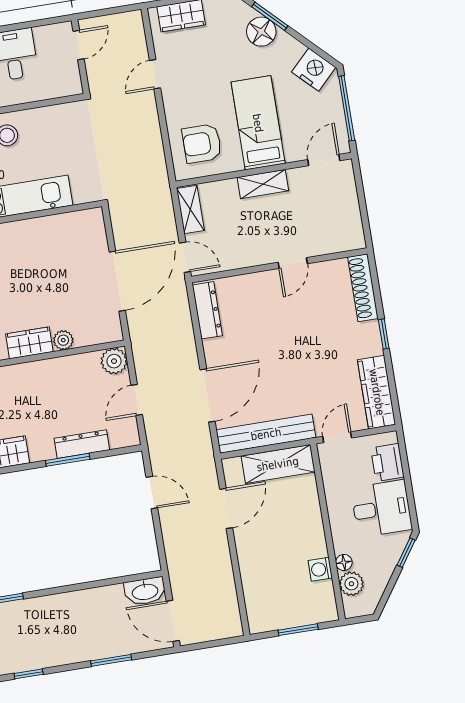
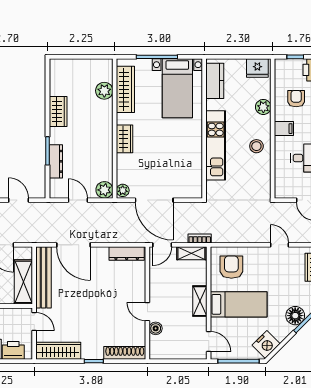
bookcase: (165, 200) -> (200, 238), added
boiler: (317, 246) -> (156, 328), added
plant: (63, 340) -> (123, 190), moved
door: (152, 493) -> (18, 200), swing flipped

